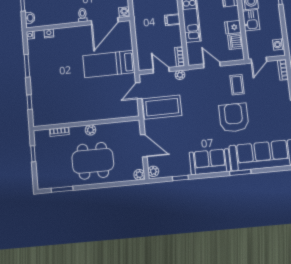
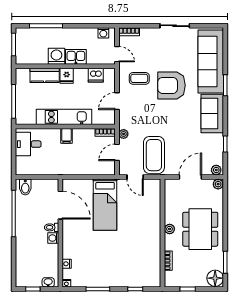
washing machine: (124, 12) -> (53, 238), moved
fridge: (233, 27) -> (67, 76), moved
floor lamp: (46, 180) -> (215, 278), added

